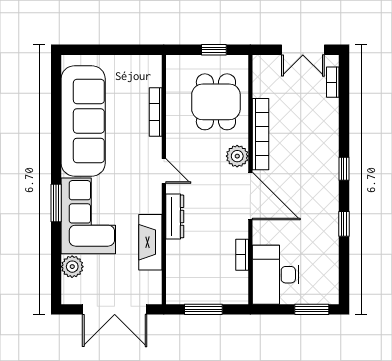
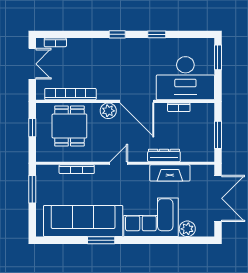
window: (128, 50) -> (32, 189), added
dining table: (216, 102) -> (69, 126), turned 90
bookcase: (261, 134) -> (70, 94), moved
door: (250, 196) -> (137, 101), swing flipped
window: (56, 203) -> (101, 240), moved
dresser: (175, 216) -> (164, 156), moved
desk: (276, 275) -> (185, 78), width x1.36, depth x1.30

